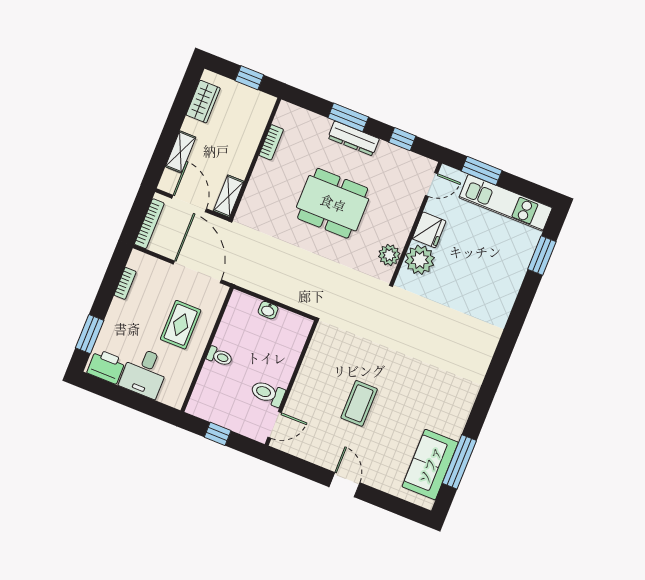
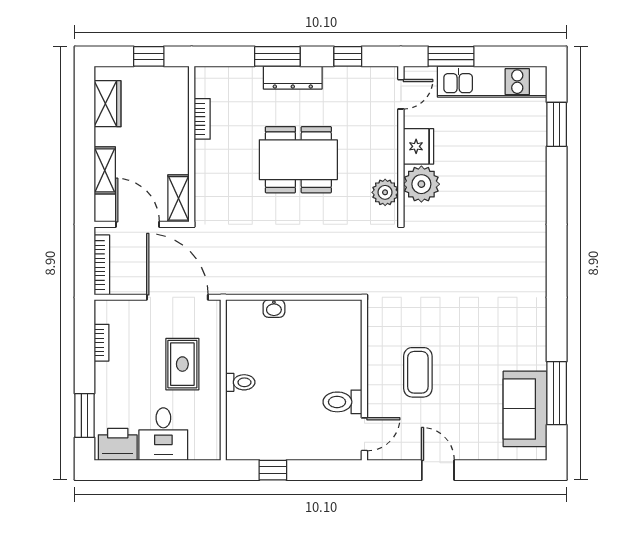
wall: (291, 383) -> (364, 380), moved
toilet: (268, 393) -> (342, 402), moved
door: (275, 425) -> (364, 434), moved

